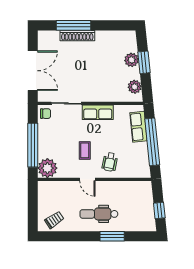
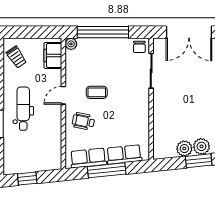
plant: (135, 87) -> (184, 149), moved
row of seats: (98, 112) -> (88, 158), moved, turned 84
window: (152, 142) -> (107, 170), width x0.68
plant: (47, 168) -> (71, 44), width x0.53, depth x0.53
filing cabinet: (53, 188) -> (53, 55), added

